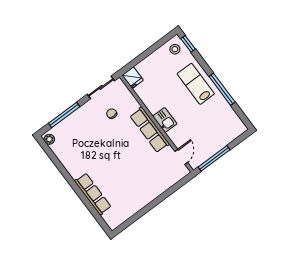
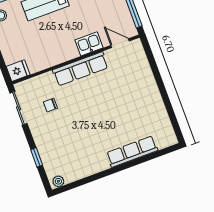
window: (64, 115) -> (37, 157), width x0.46
kitchen sink: (165, 120) -> (89, 44), moved

